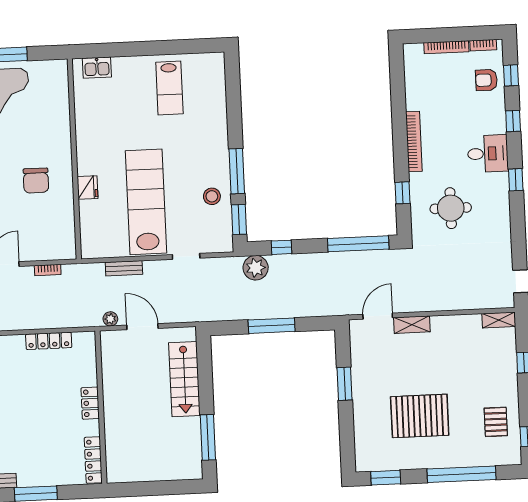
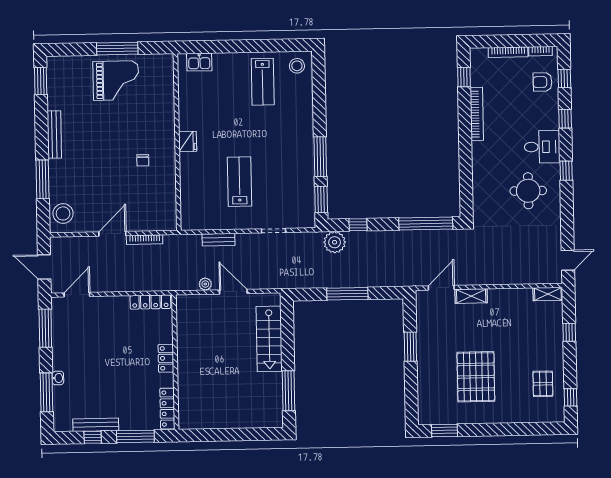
bookcase: (414, 142) -> (477, 114), moved
chair: (36, 181) -> (143, 160), width x0.54, depth x0.54
fridge: (87, 187) -> (188, 141), moved
window: (403, 193) -> (464, 77), moved
stool: (212, 196) -> (297, 66), moved
lab bench: (146, 202) -> (239, 182), width x0.54, depth x0.72
round table: (451, 208) -> (528, 191), moved
bookcase: (48, 270) -> (145, 240), width x1.56
locker: (90, 403) -> (166, 358), moved
wall: (101, 407) -> (175, 362), moved
pallet: (420, 416) -> (476, 377), turned 90
locker: (93, 460) -> (167, 409), moved
window: (462, 474) -> (511, 429), removed

